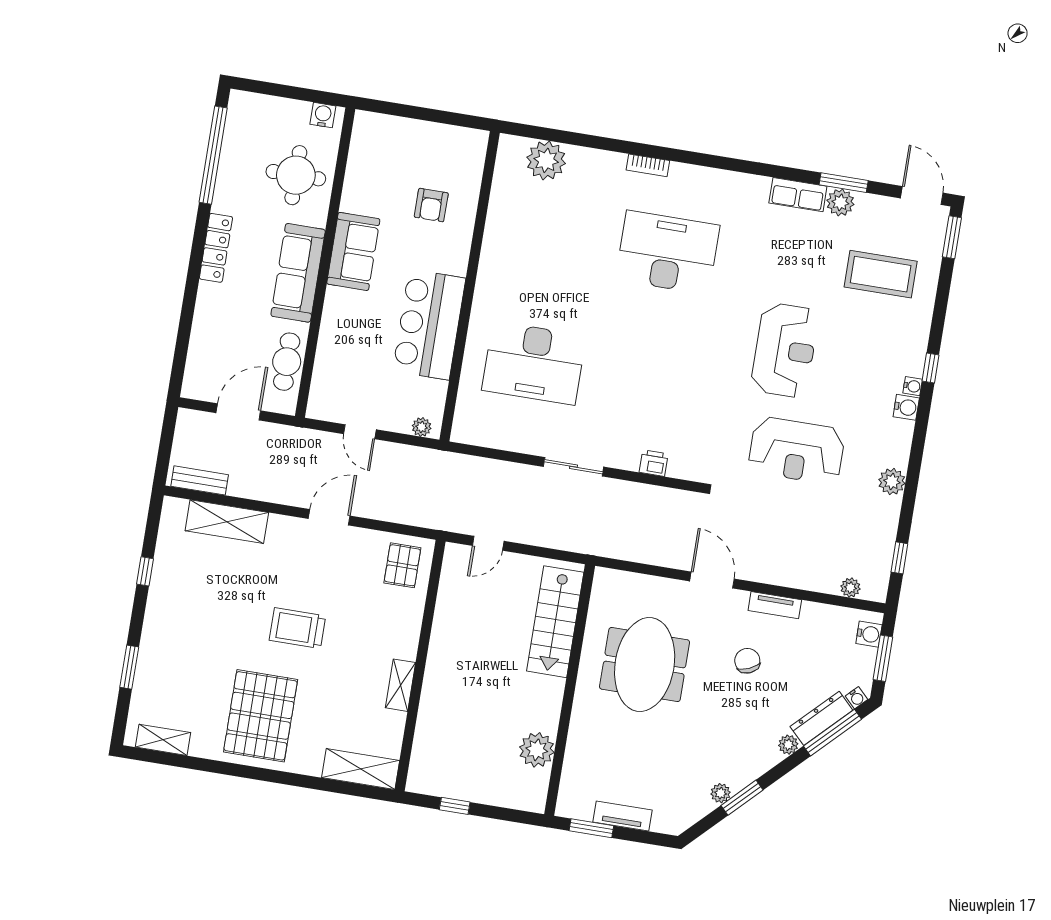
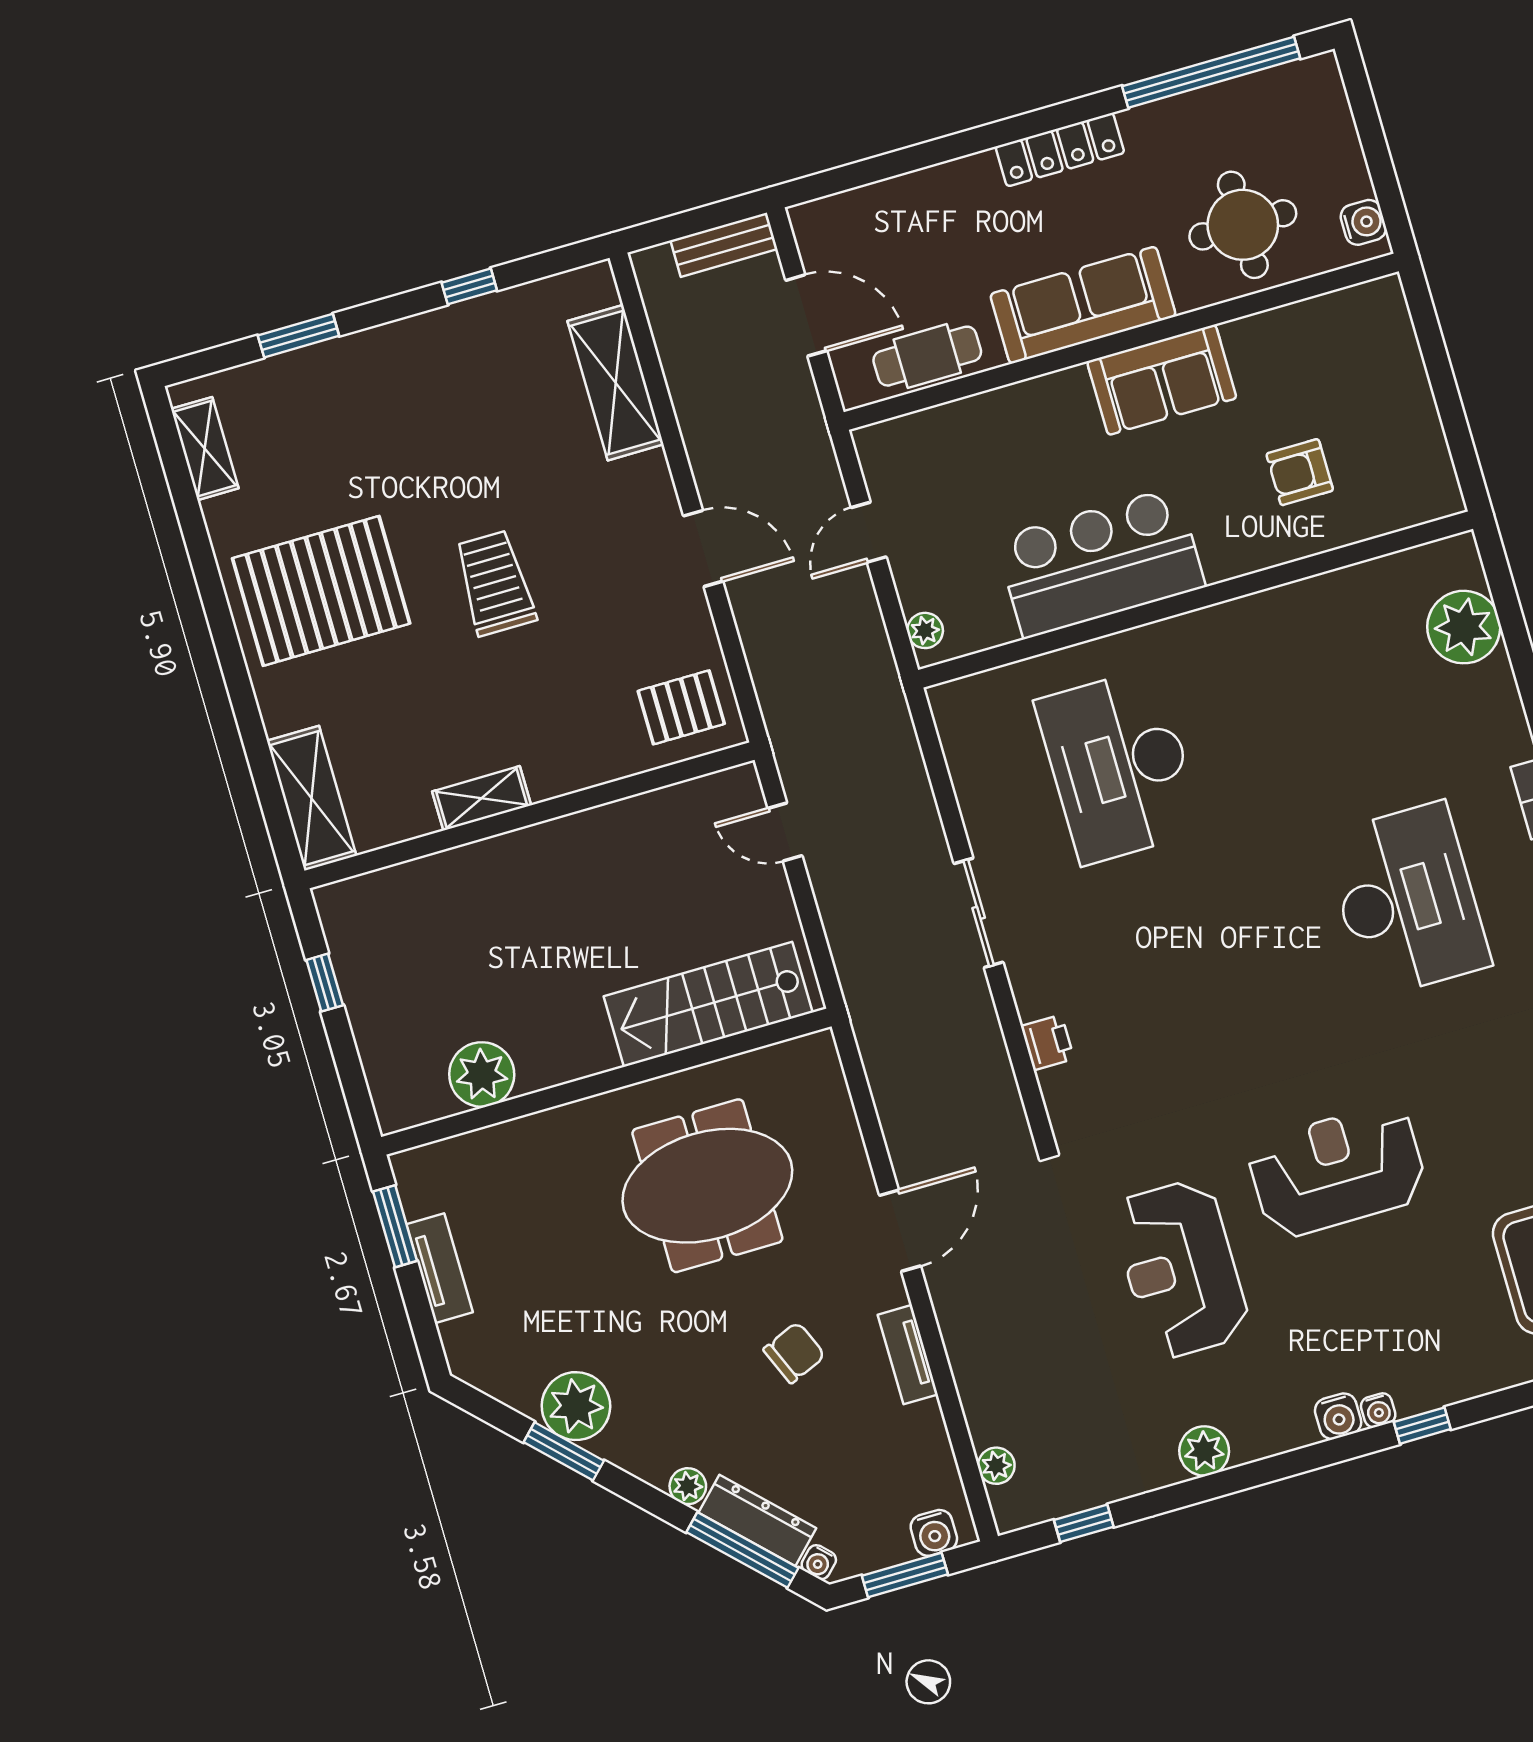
reception desk: (785, 350) -> (1337, 1171), turned 180
bench: (200, 480) -> (724, 245), moved, turned 90
plant: (721, 793) -> (576, 1406), width x1.88, depth x1.88

